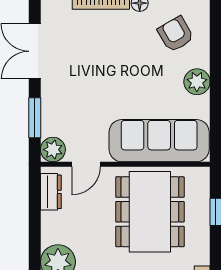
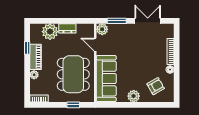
dresser: (51, 192) -> (67, 28), moved
dining table: (150, 212) -> (73, 74), turned 90

